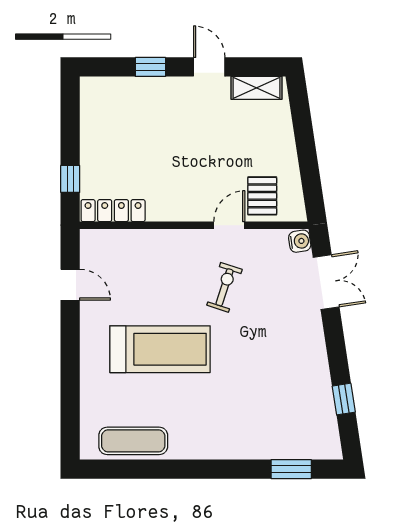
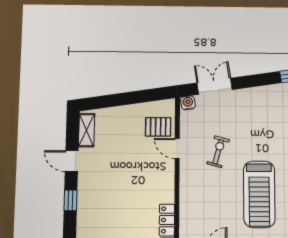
door: (209, 67) -> (72, 161), hinge flipped
exercise bike: (225, 287) -> (218, 152), turned 88
treadmill: (160, 349) -> (259, 194), turned 180

